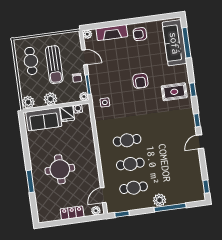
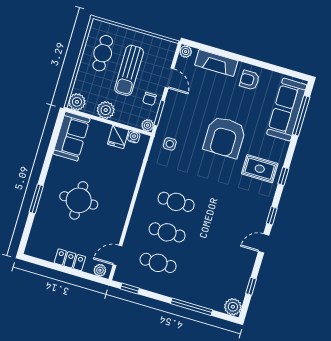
armchair: (140, 81) -> (225, 137), width x1.88, depth x1.88
sofa: (44, 119) -> (71, 136), moved, turned -90
window: (206, 187) -> (251, 286), moved
plant: (160, 200) -> (233, 307), moved

